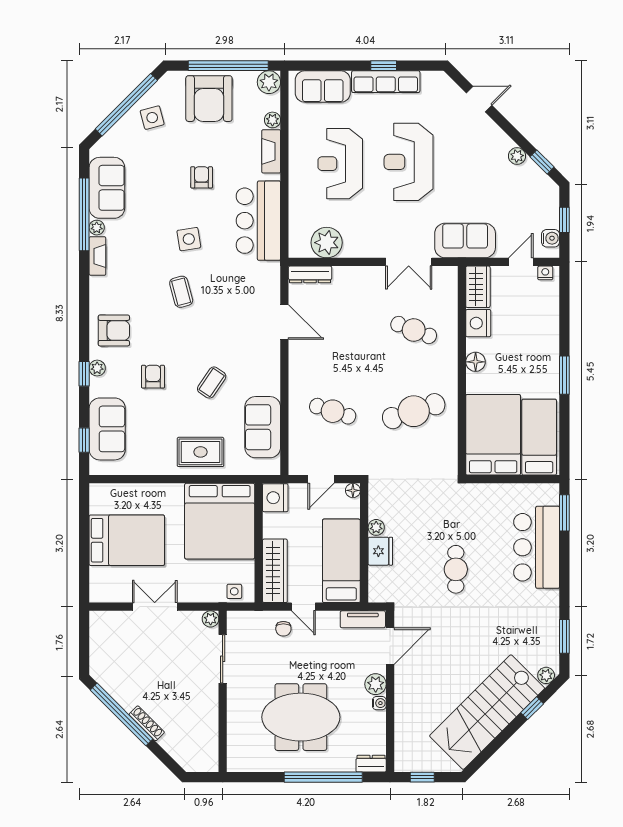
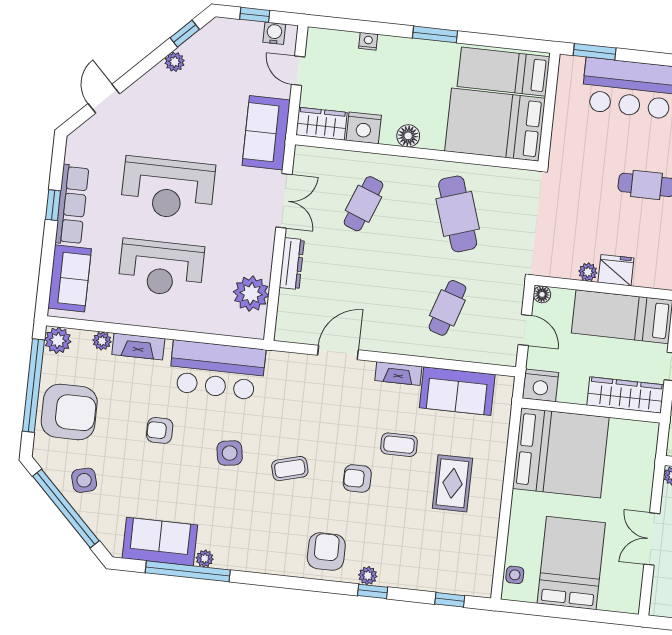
fireplace: (97, 256) -> (398, 374), moved, turned 180
nightstand: (545, 273) -> (368, 41), moved, turned 90
dresser: (310, 274) -> (292, 264), moved
armchair: (153, 377) -> (357, 478), moved
coffee table: (212, 383) -> (399, 445), turned -34
sofa: (107, 429) -> (440, 572), removed
rug: (200, 452) -> (452, 483), moved
side table: (234, 591) -> (515, 575), moved

